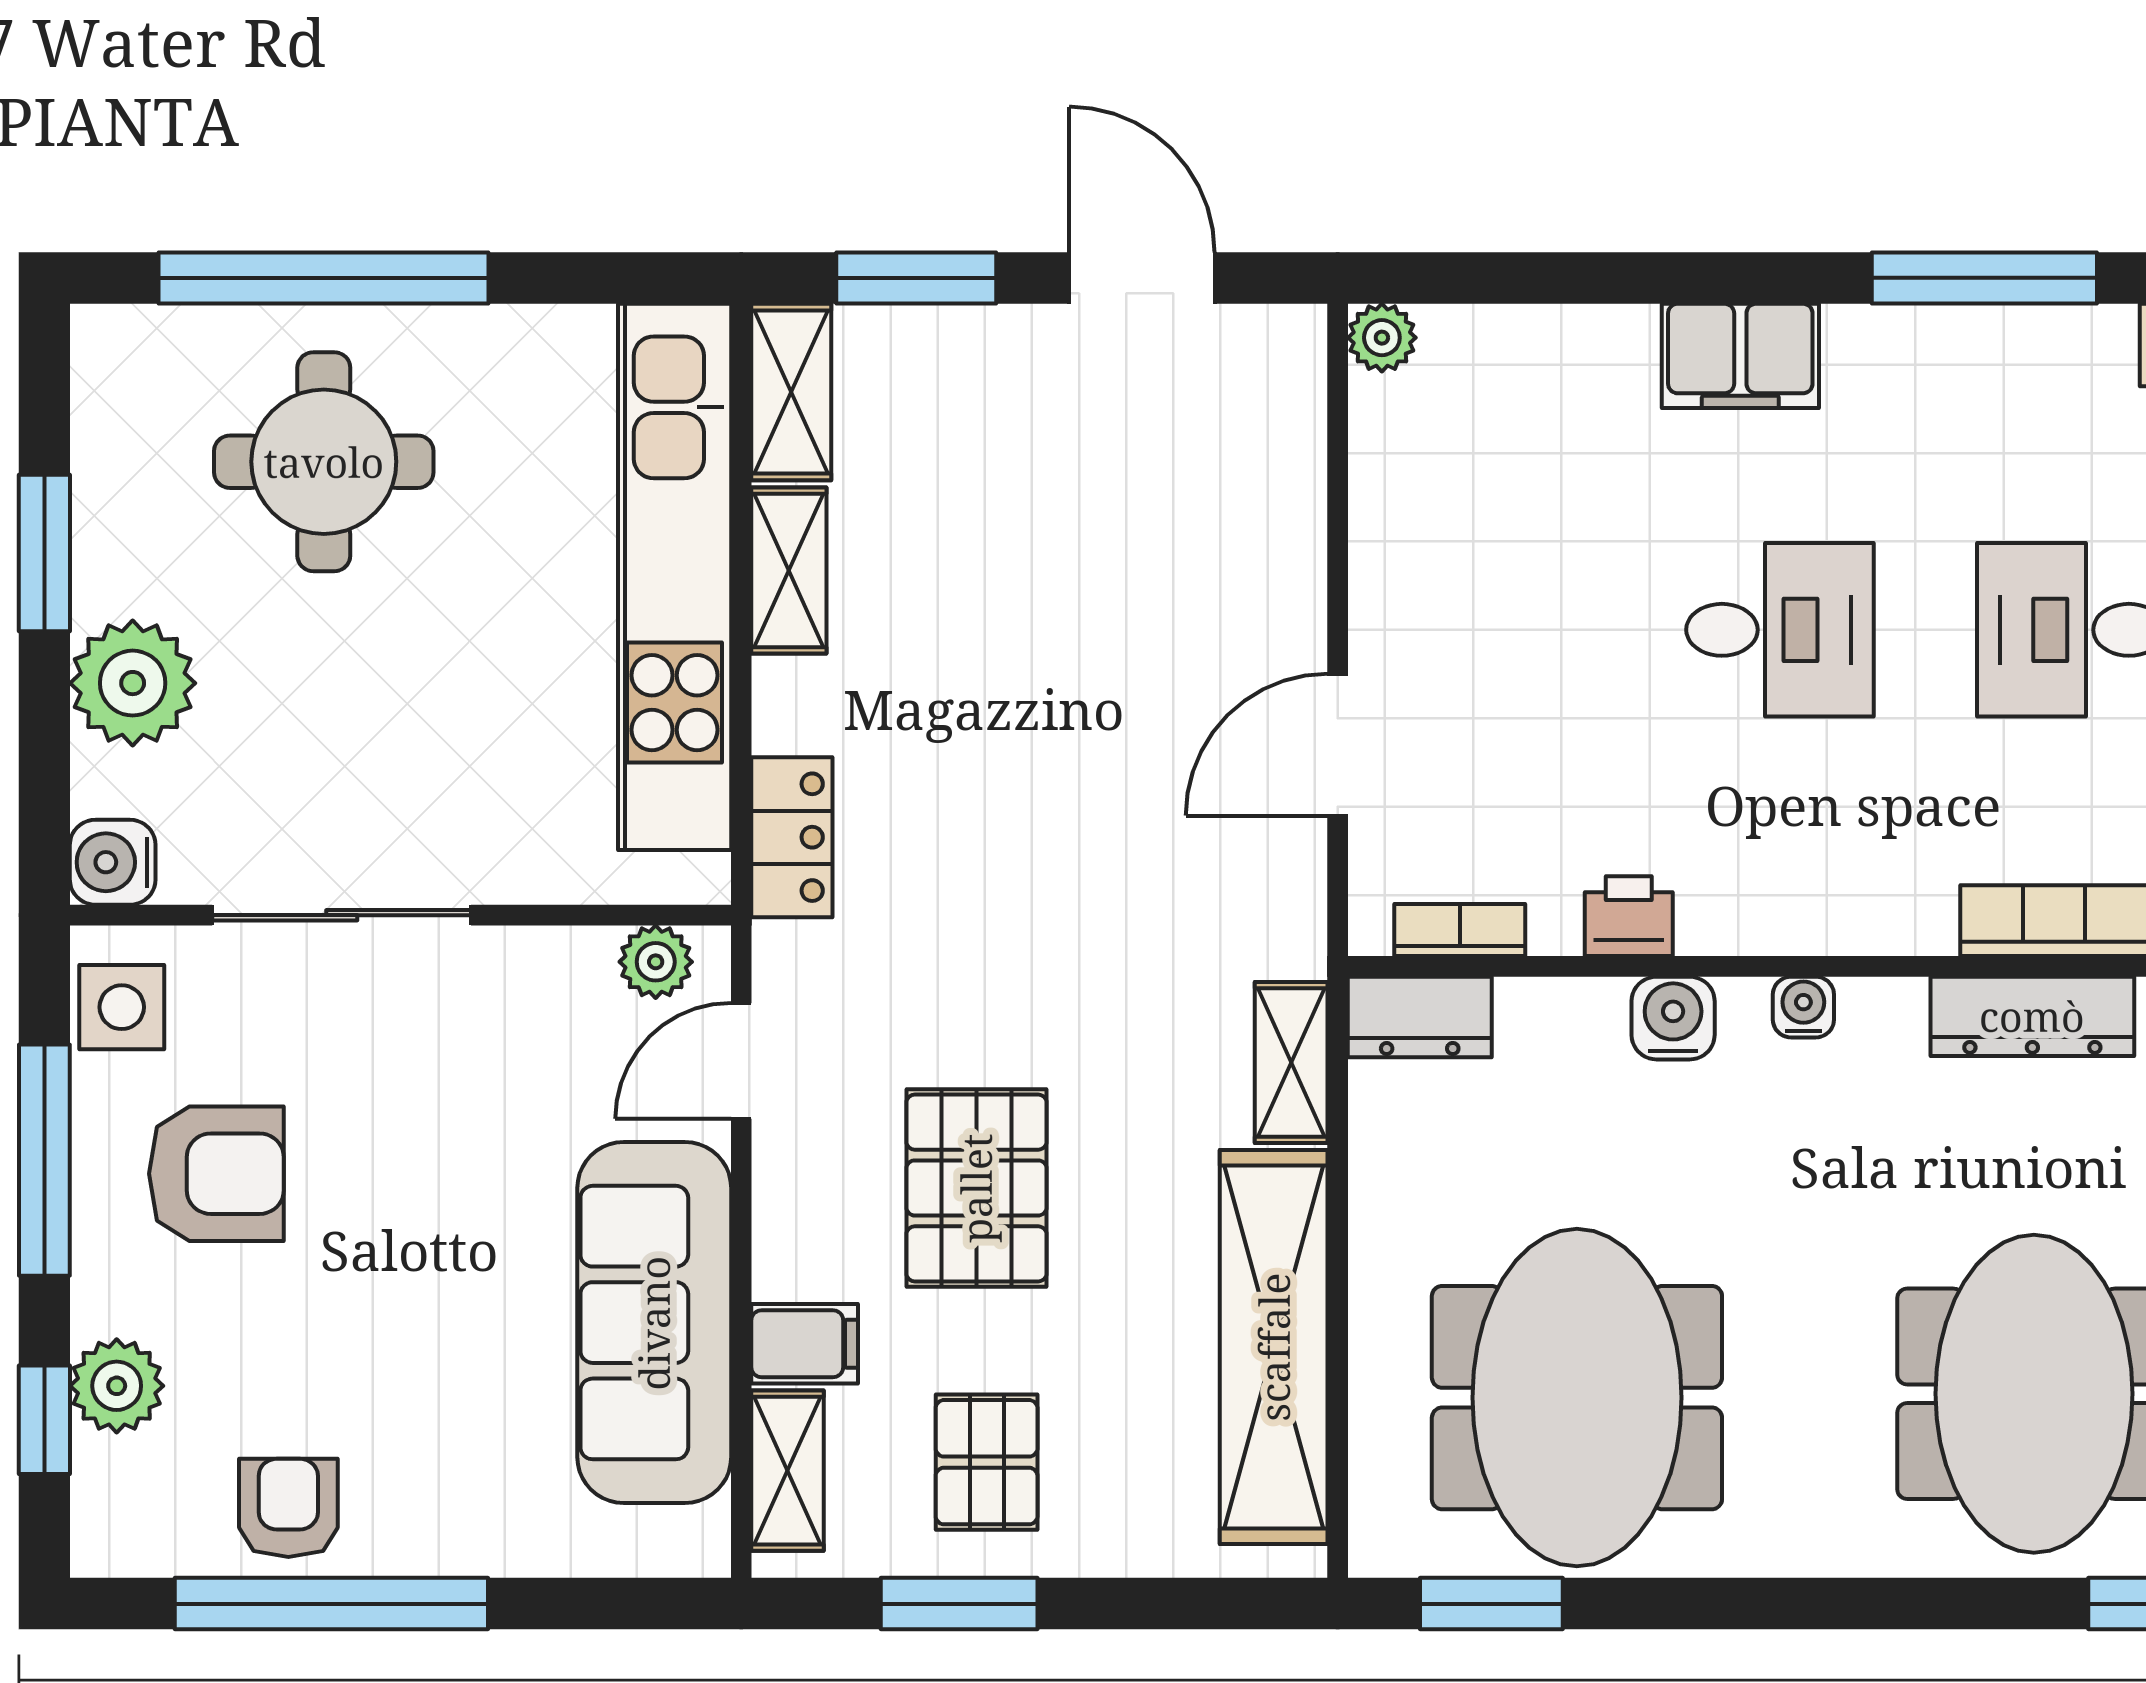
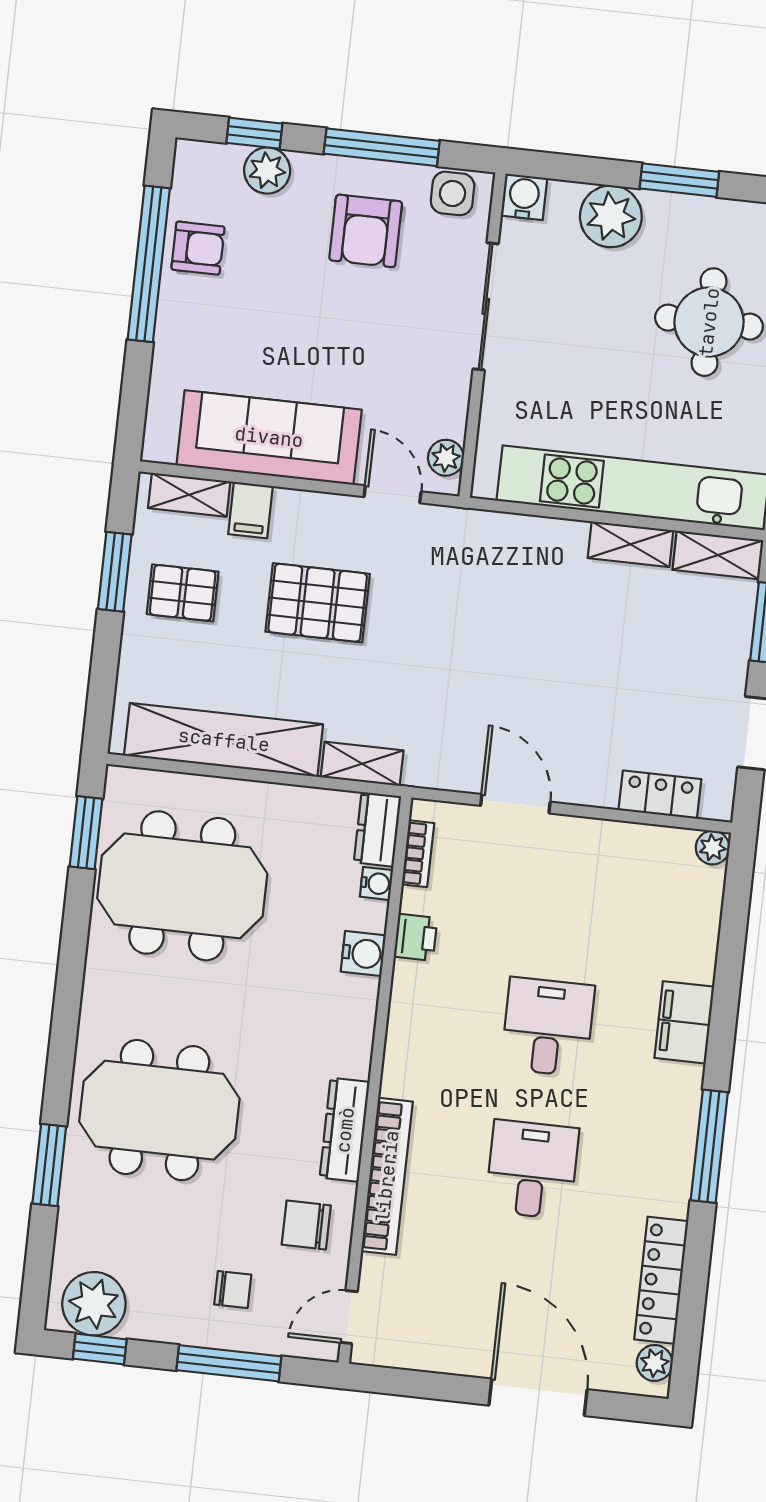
desk: (1780, 630) -> (548, 1027), turned 180
locker: (792, 837) -> (660, 795), moved, turned 180
water cooler: (1803, 1007) -> (376, 883), moved

